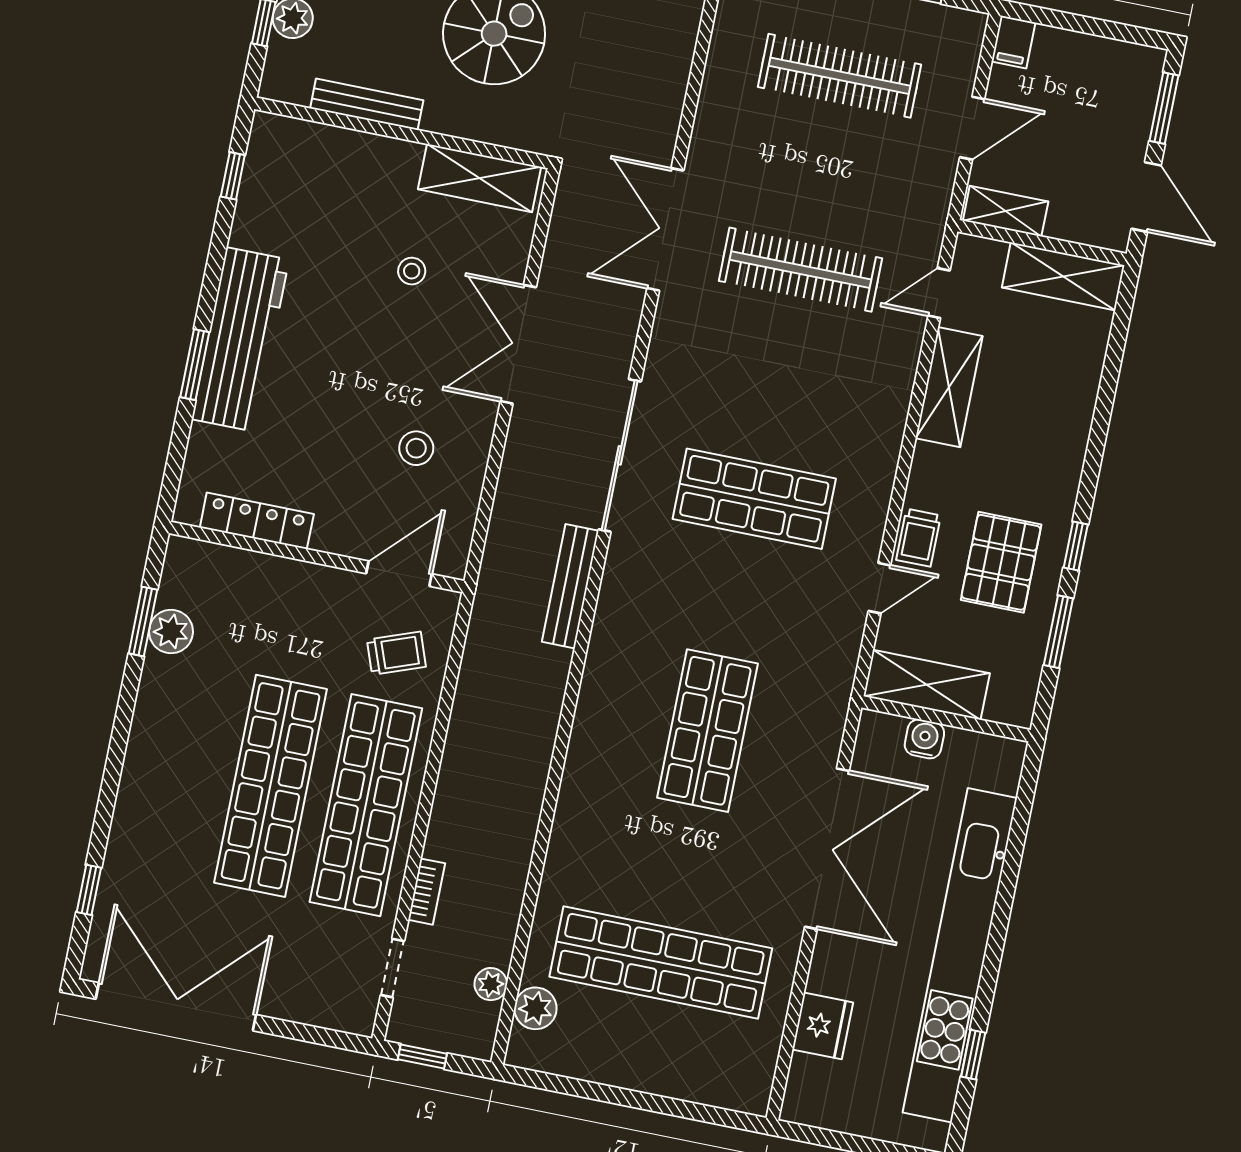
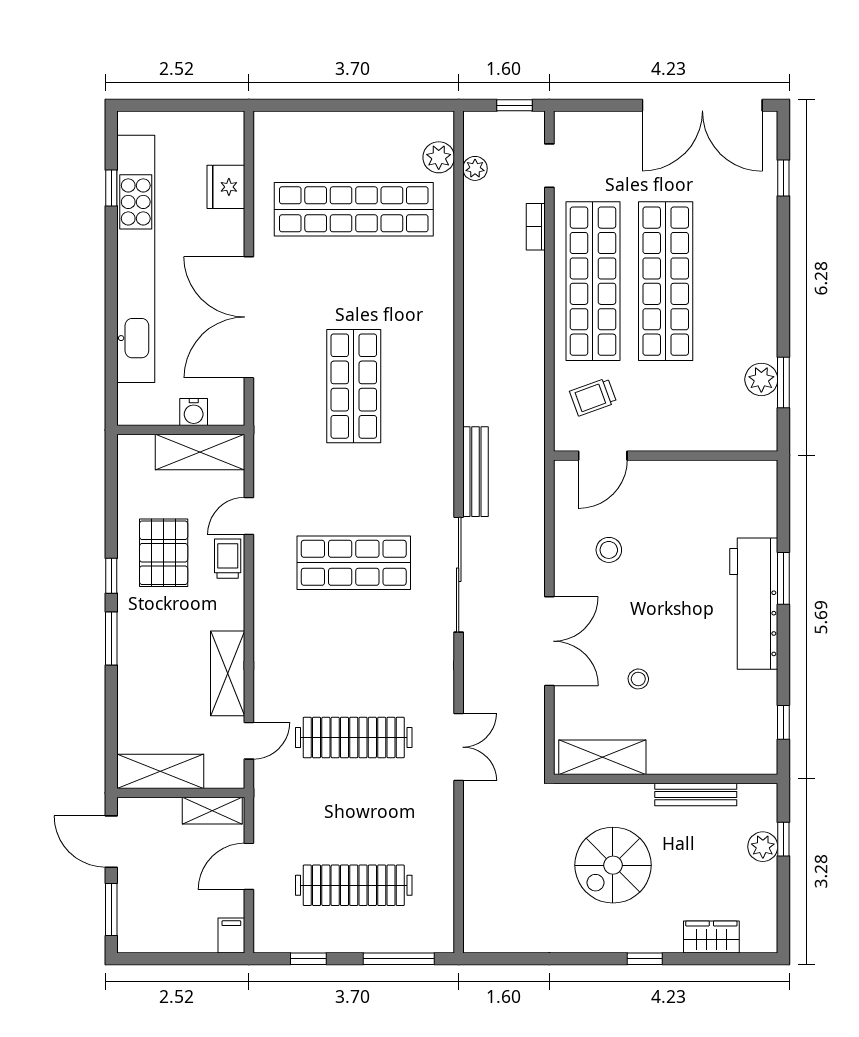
double door: (665, 229) -> (459, 747), width x0.73
locker: (257, 521) -> (715, 473), removed
window: (1058, 632) -> (111, 638), moved

